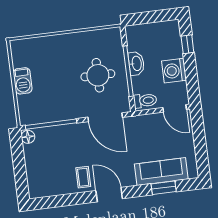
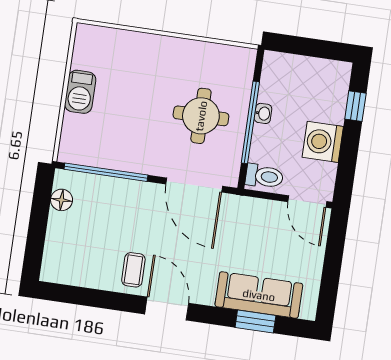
washbasin: (136, 63) -> (263, 113), width x0.52, depth x0.69
floor lamp: (28, 137) -> (62, 200), moved

